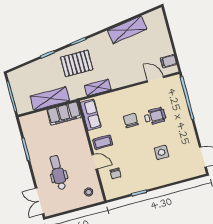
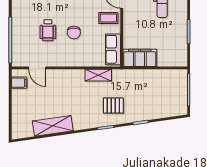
pallet: (77, 63) -> (113, 105), width x0.67, depth x0.71
shelving: (50, 98) -> (150, 77), removed
wheelchair: (155, 116) -> (48, 30), turned -90

